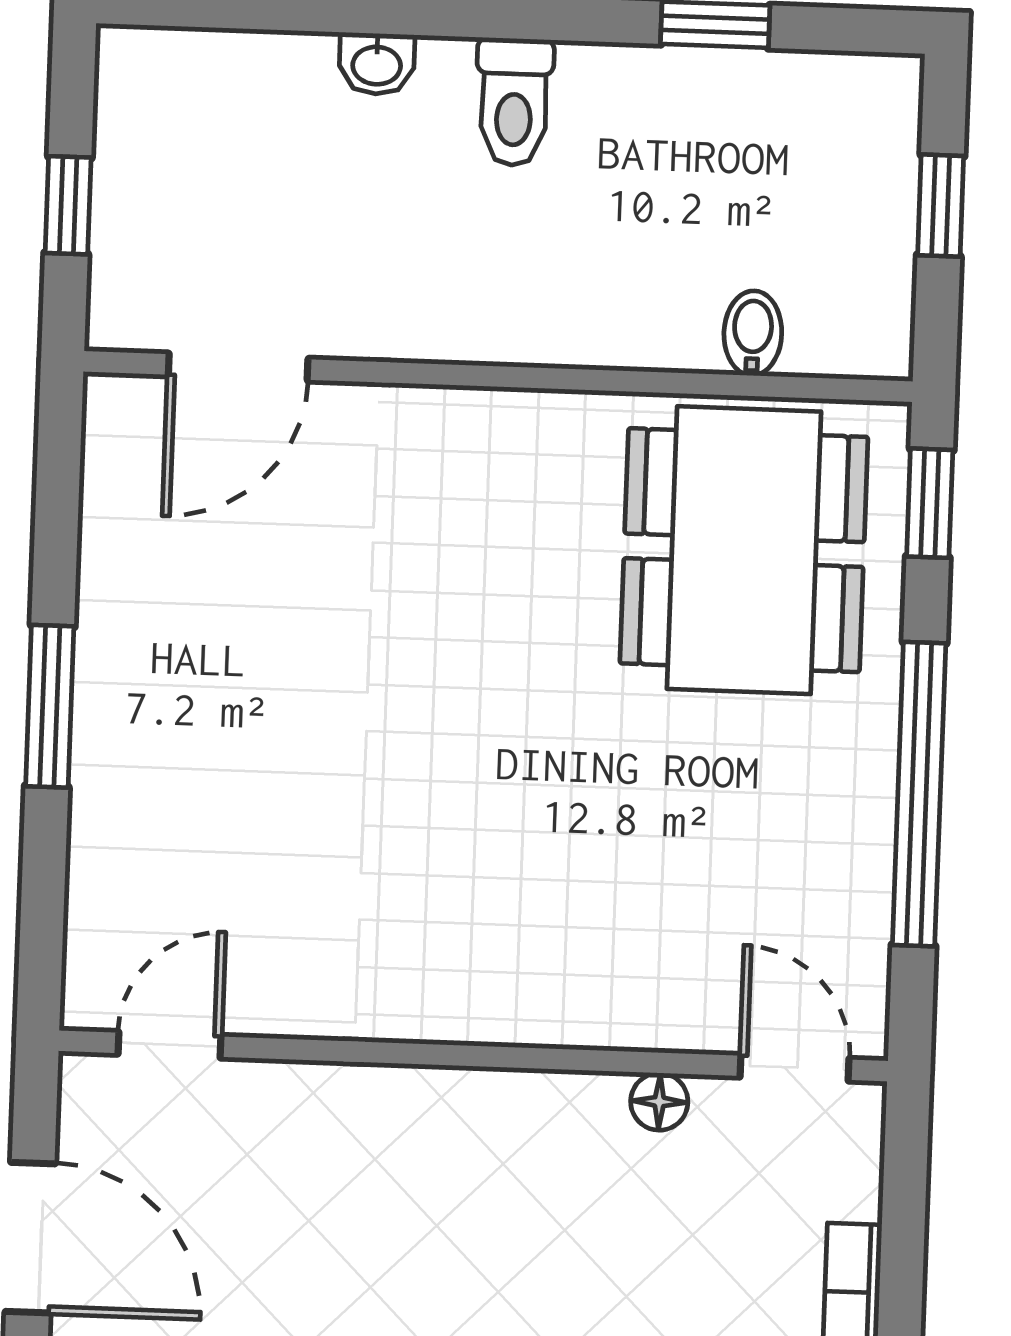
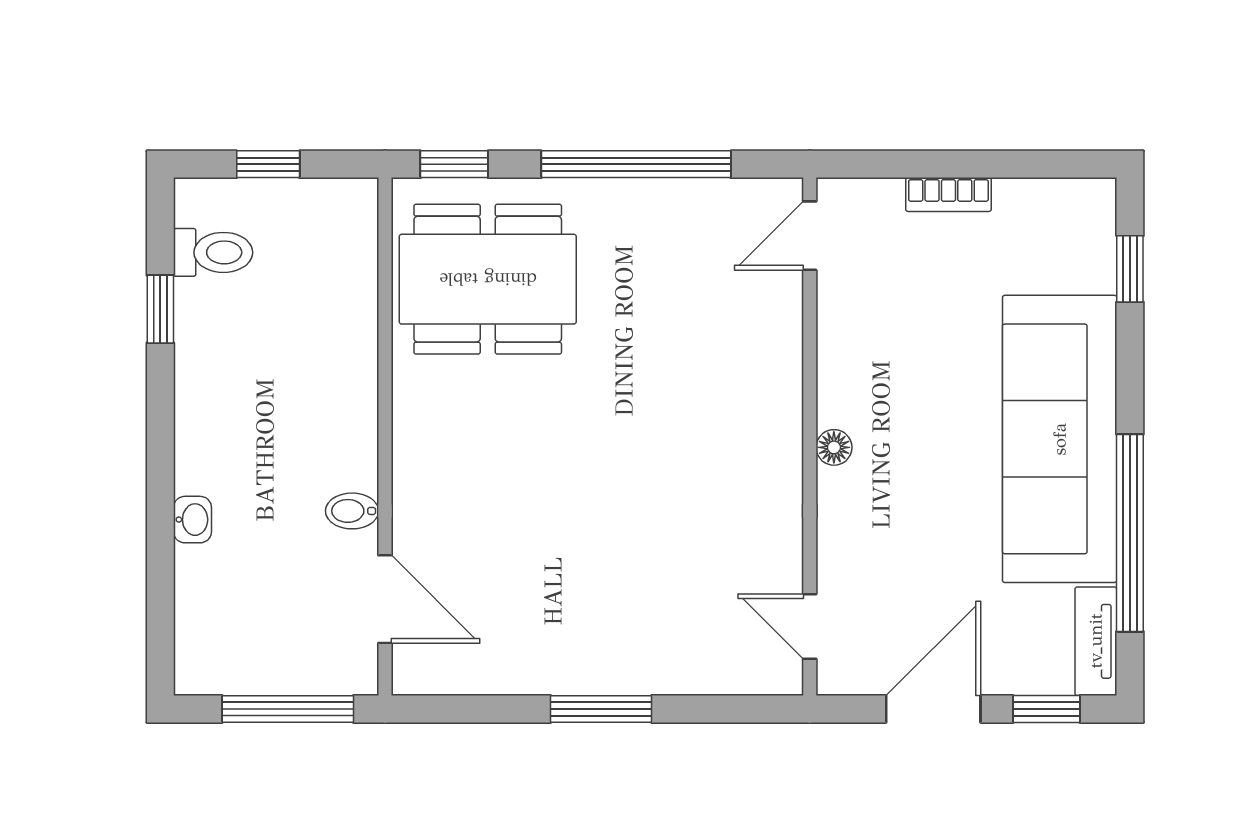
toilet: (514, 102) -> (213, 252), moved
window: (68, 205) -> (288, 709), width x2.17
bidet: (753, 333) -> (352, 511), moved
floor lamp: (659, 1102) -> (834, 447), moved

